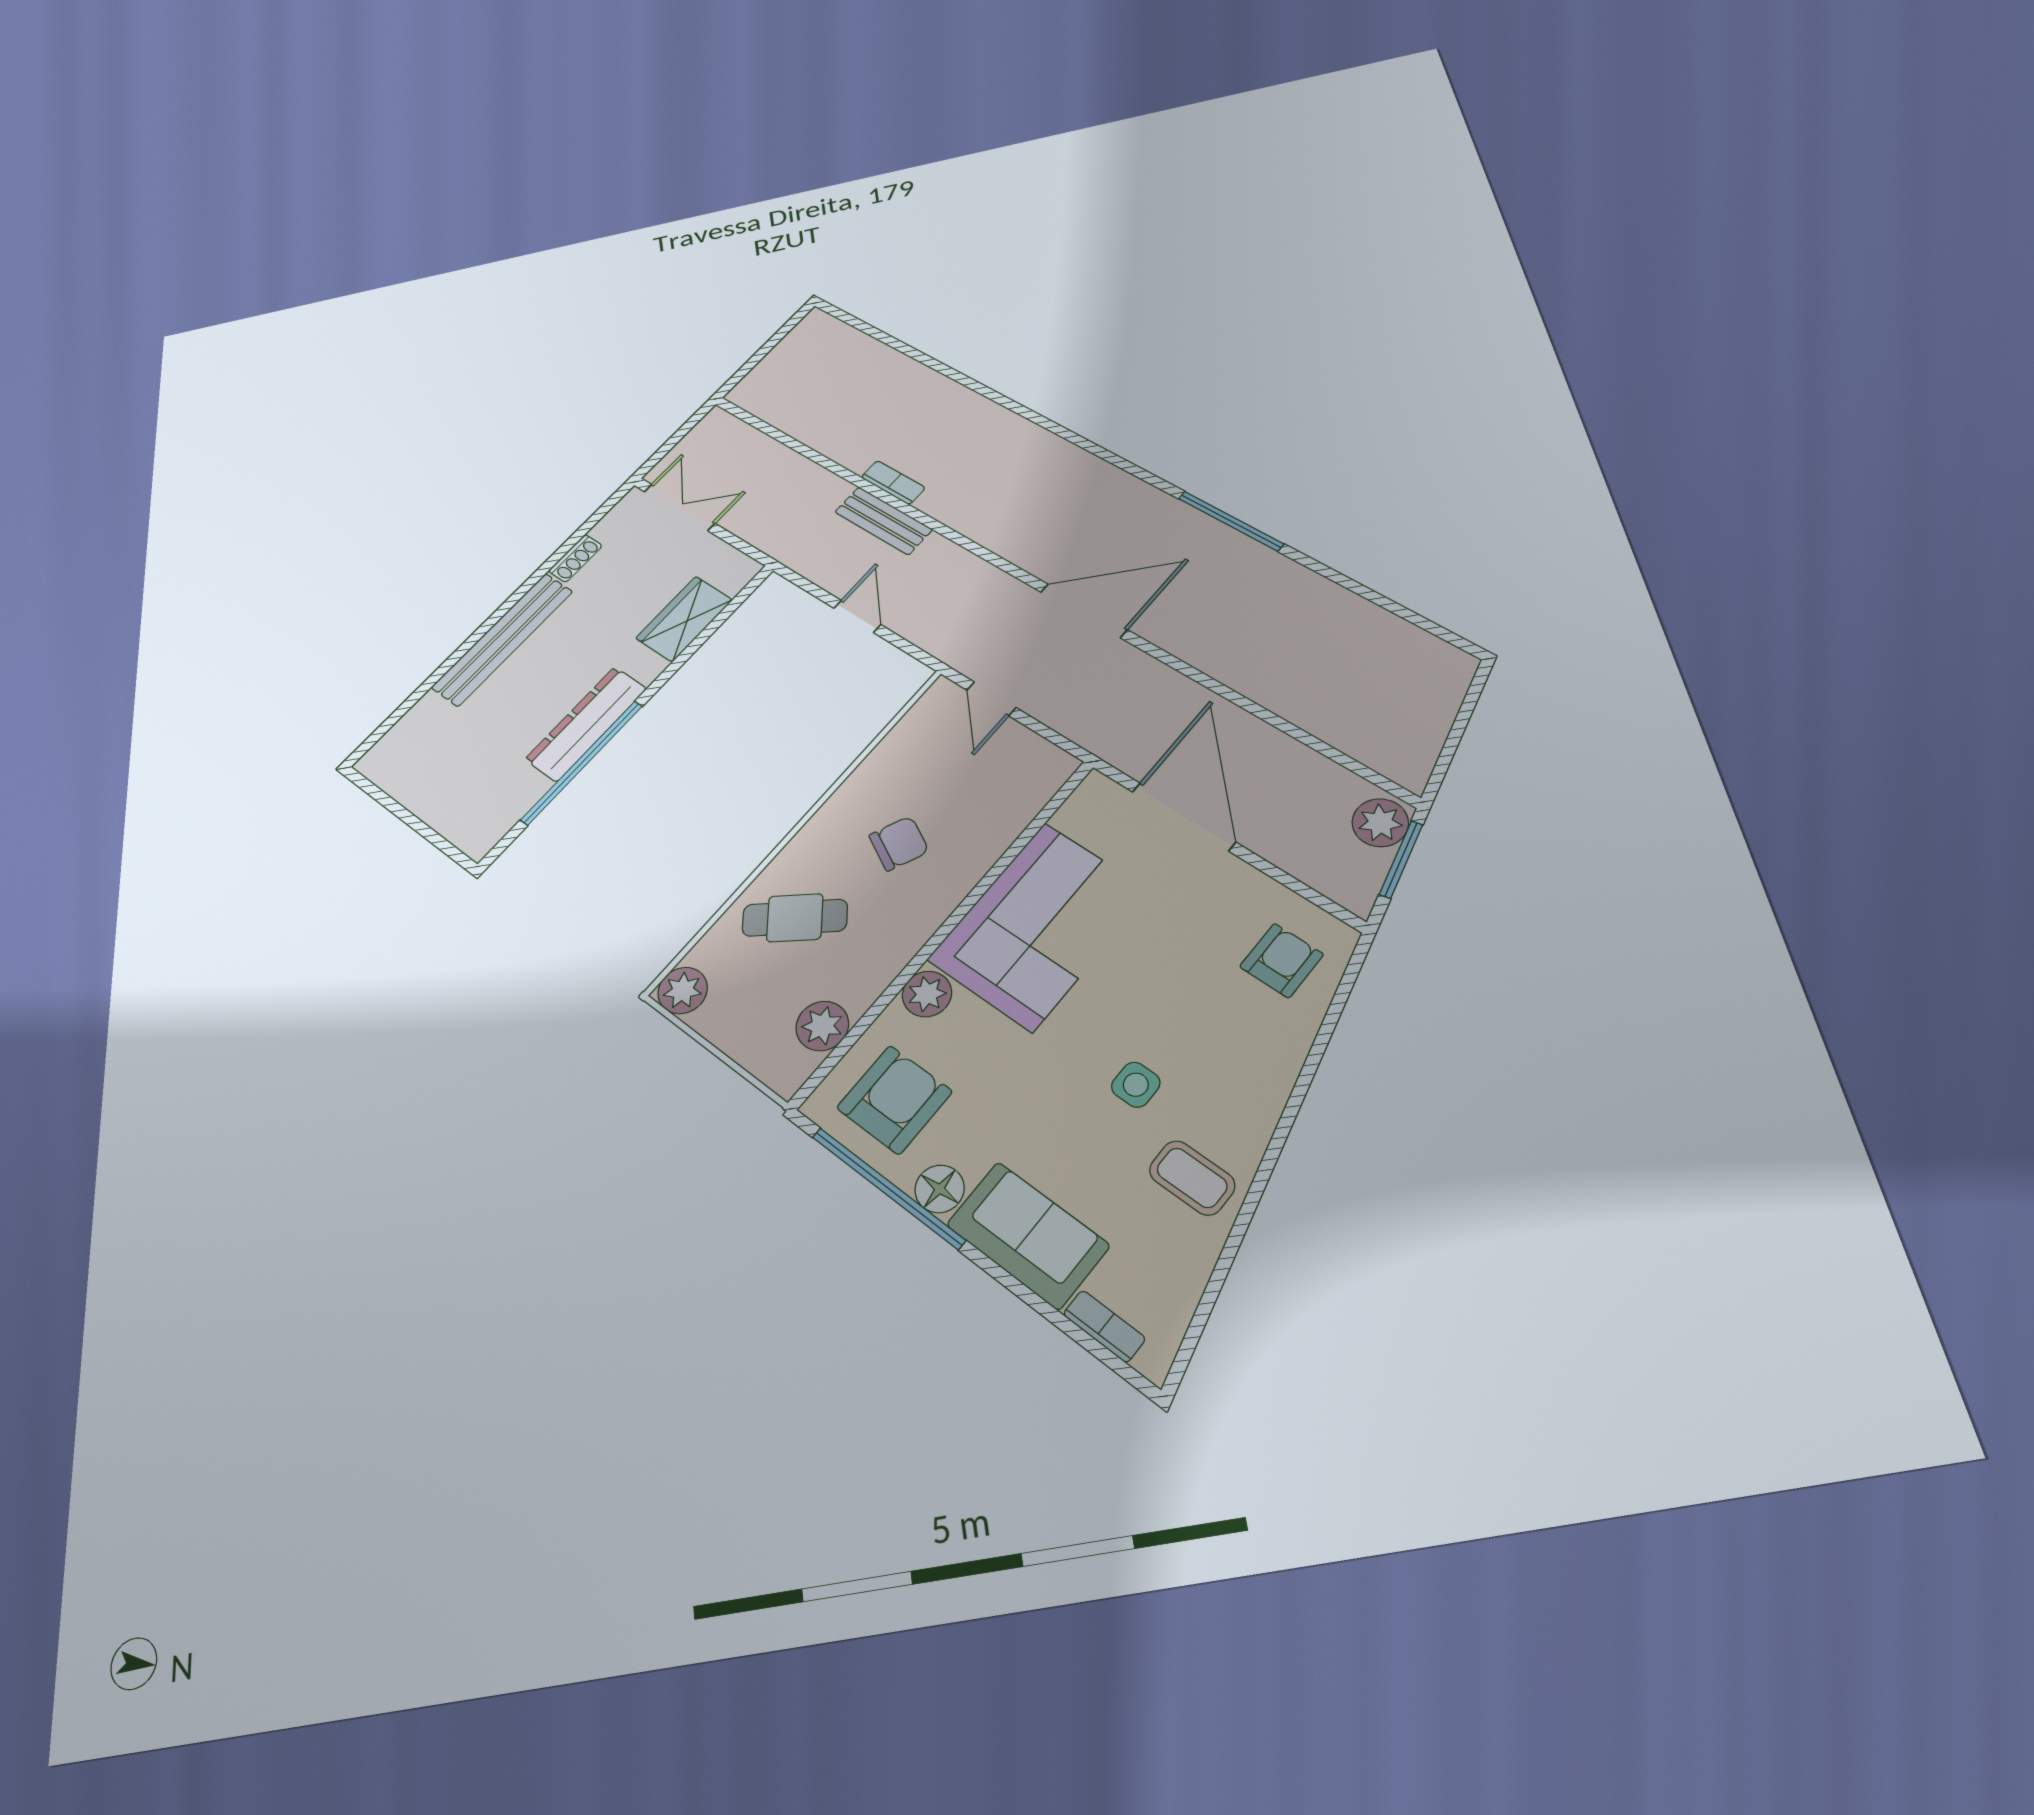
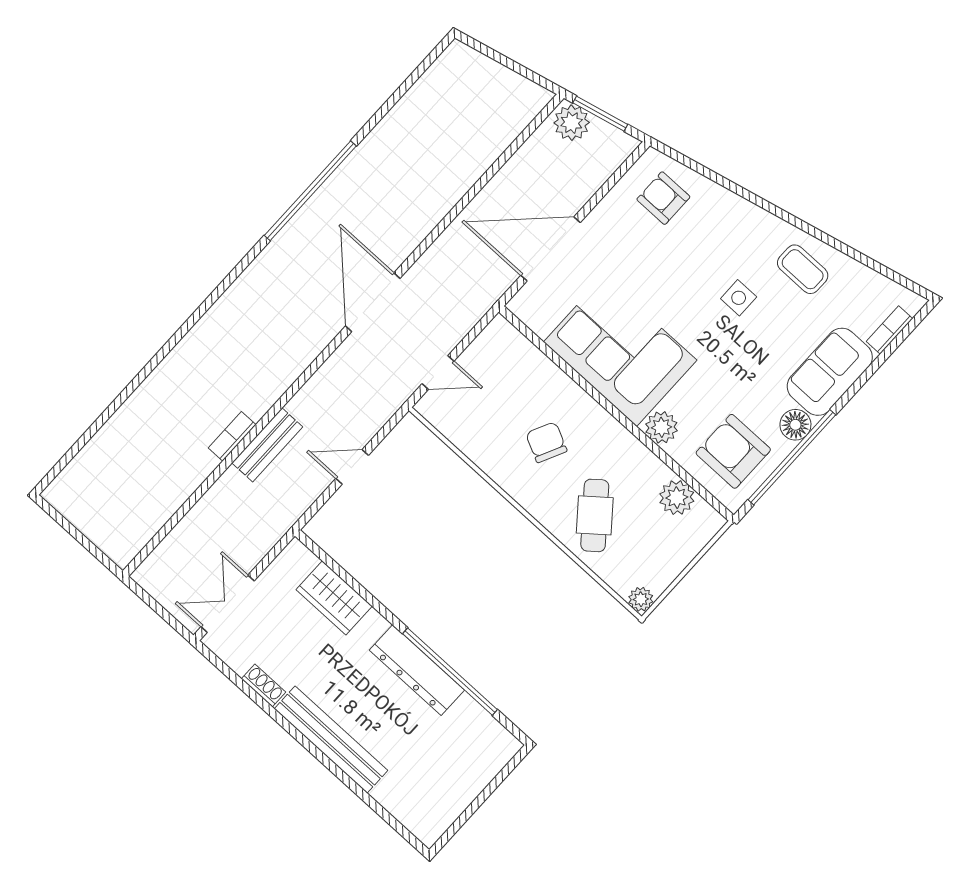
window: (1231, 521) -> (310, 191), width x1.46
plant: (683, 990) -> (641, 599), width x0.73, depth x0.73
coffee table: (1192, 1178) -> (803, 269), turned 90

